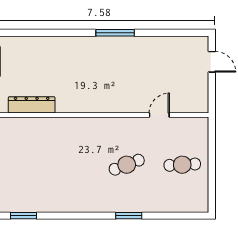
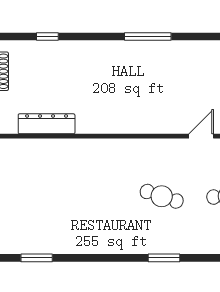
window: (32, 33) -> (47, 36), added
cafe table: (127, 165) -> (162, 196), turned 39

